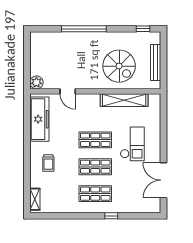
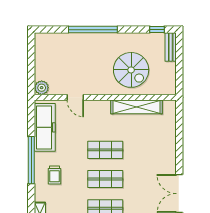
bench: (156, 62) -> (171, 47), moved, width x0.73
checkout: (132, 144) -> (145, 154), removed
window: (27, 149) -> (31, 160), added

